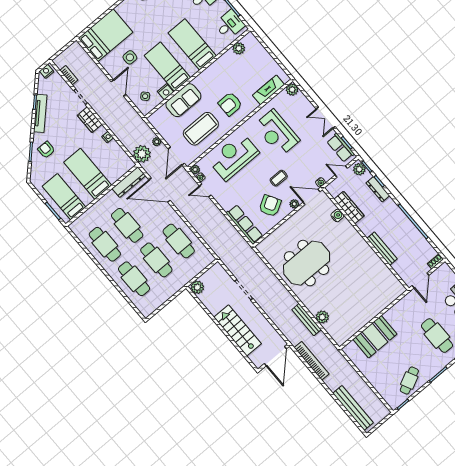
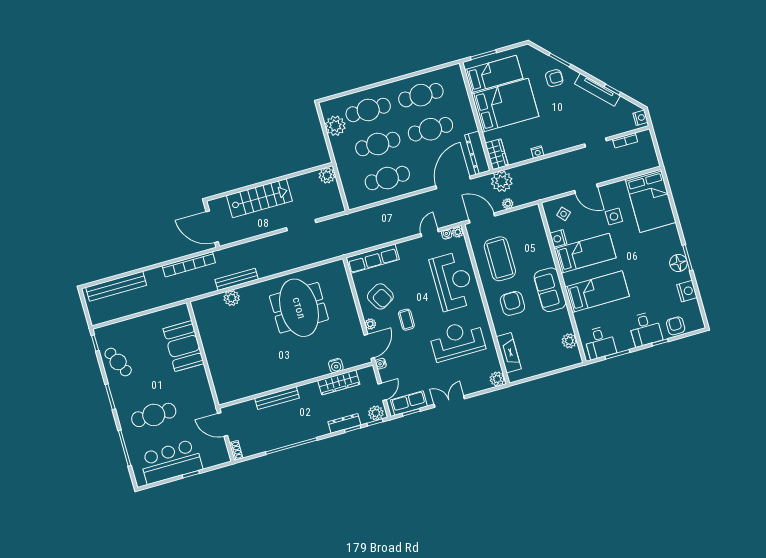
sofa: (183, 100) -> (550, 290), moved
wardrobe: (90, 120) -> (497, 154), moved, turned 90
bed: (88, 174) -> (505, 105), width x1.50
plant: (157, 298) -> (335, 126), added

